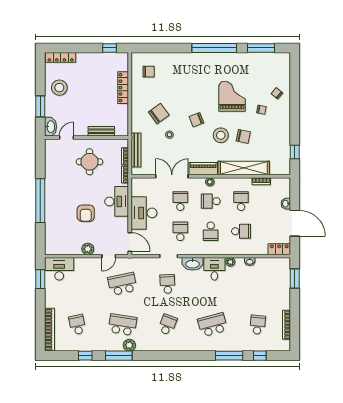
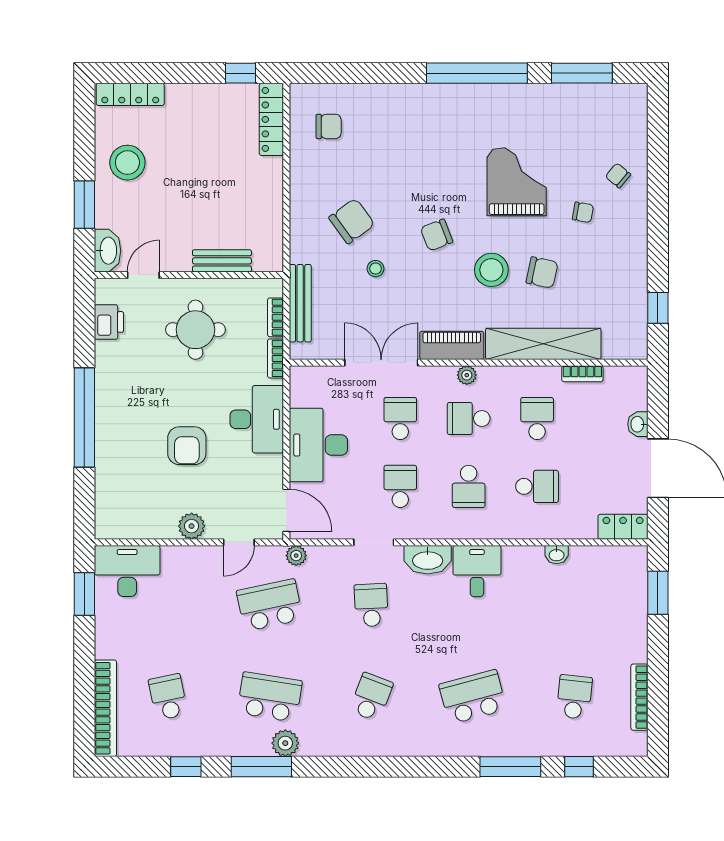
locker: (123, 88) -> (271, 119), moved
printer: (51, 158) -> (109, 322), added
plant: (230, 262) -> (296, 556), moved

